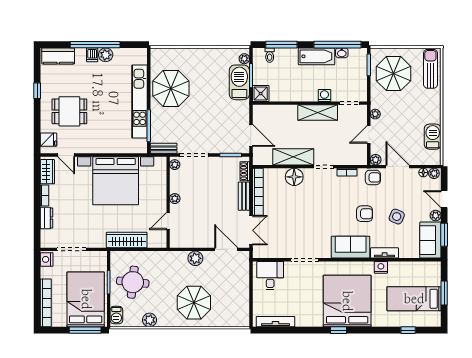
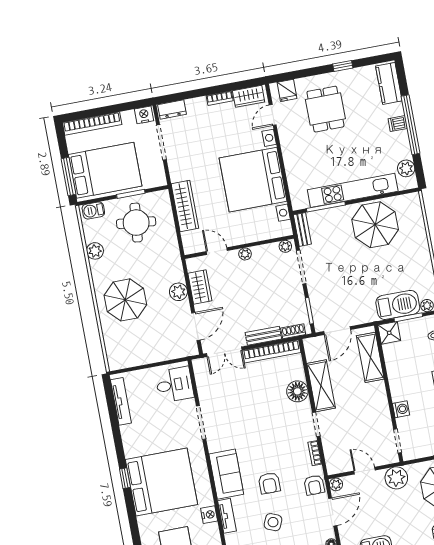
plant: (106, 55) -> (406, 168), moved
shelving: (318, 113) -> (370, 357), moved
plant: (375, 114) -> (396, 478), width x1.88, depth x1.88
dresser: (46, 218) -> (172, 109), moved
wardrobe: (195, 240) -> (200, 287), added

